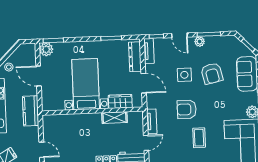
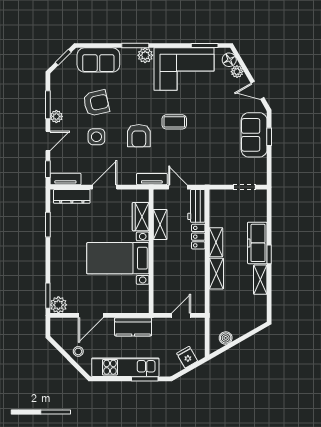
bed with nightstands: (86, 84) -> (118, 258), moved
wardrobe: (120, 101) -> (141, 217), moved
wall: (92, 111) -> (151, 251), moved
shelving: (115, 118) -> (160, 224), moved

